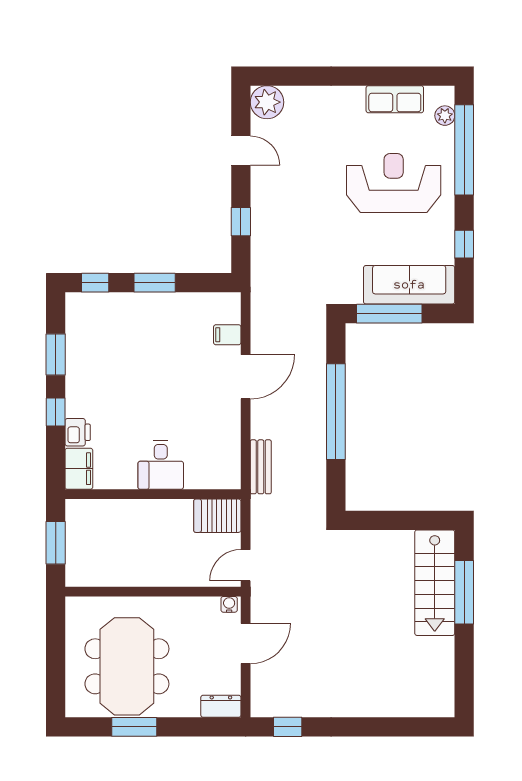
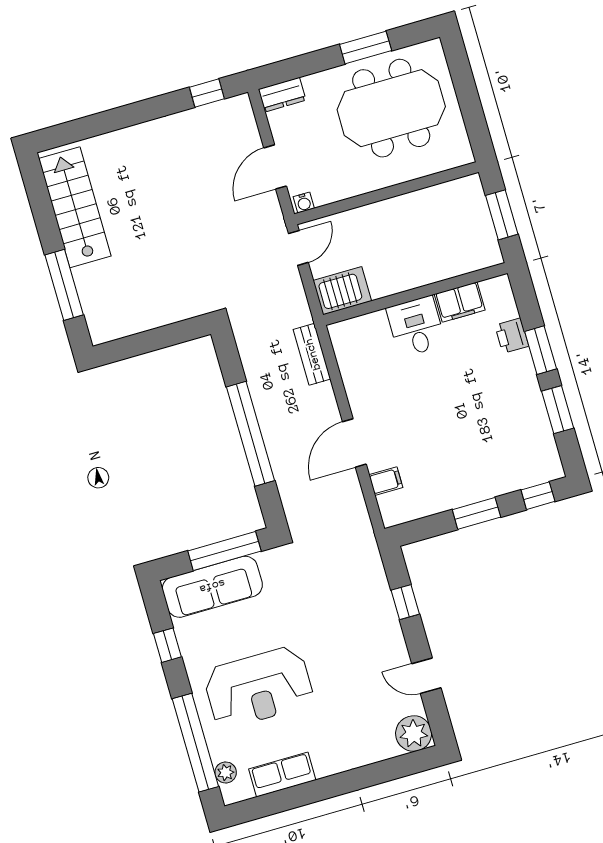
window: (56, 412) -> (541, 350), width x1.50
filing cabinet: (79, 469) -> (460, 302), moved, turned -90
stairs: (435, 583) -> (75, 207), moved
meeting table: (127, 666) -> (391, 108), turned 90

